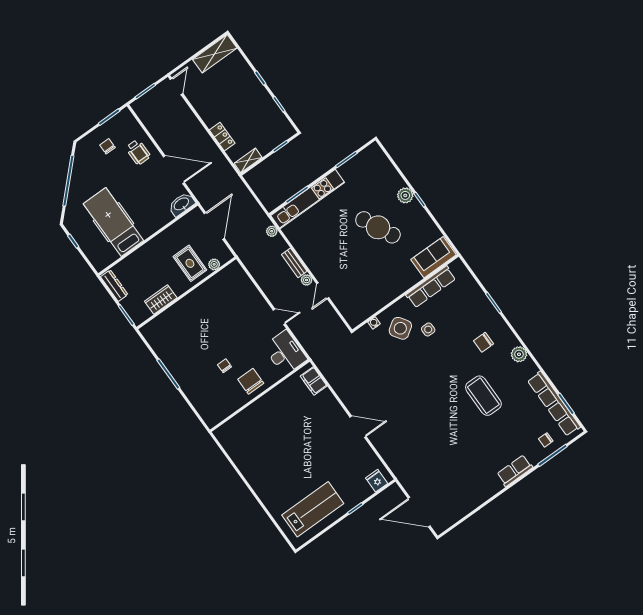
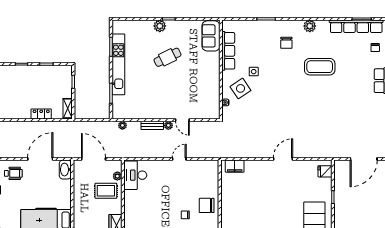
kitchen unit: (308, 199) -> (118, 64), moved
cafe table: (378, 227) -> (167, 57), width x0.73, depth x0.74
desk: (285, 353) -> (135, 175), moved, turned -90

